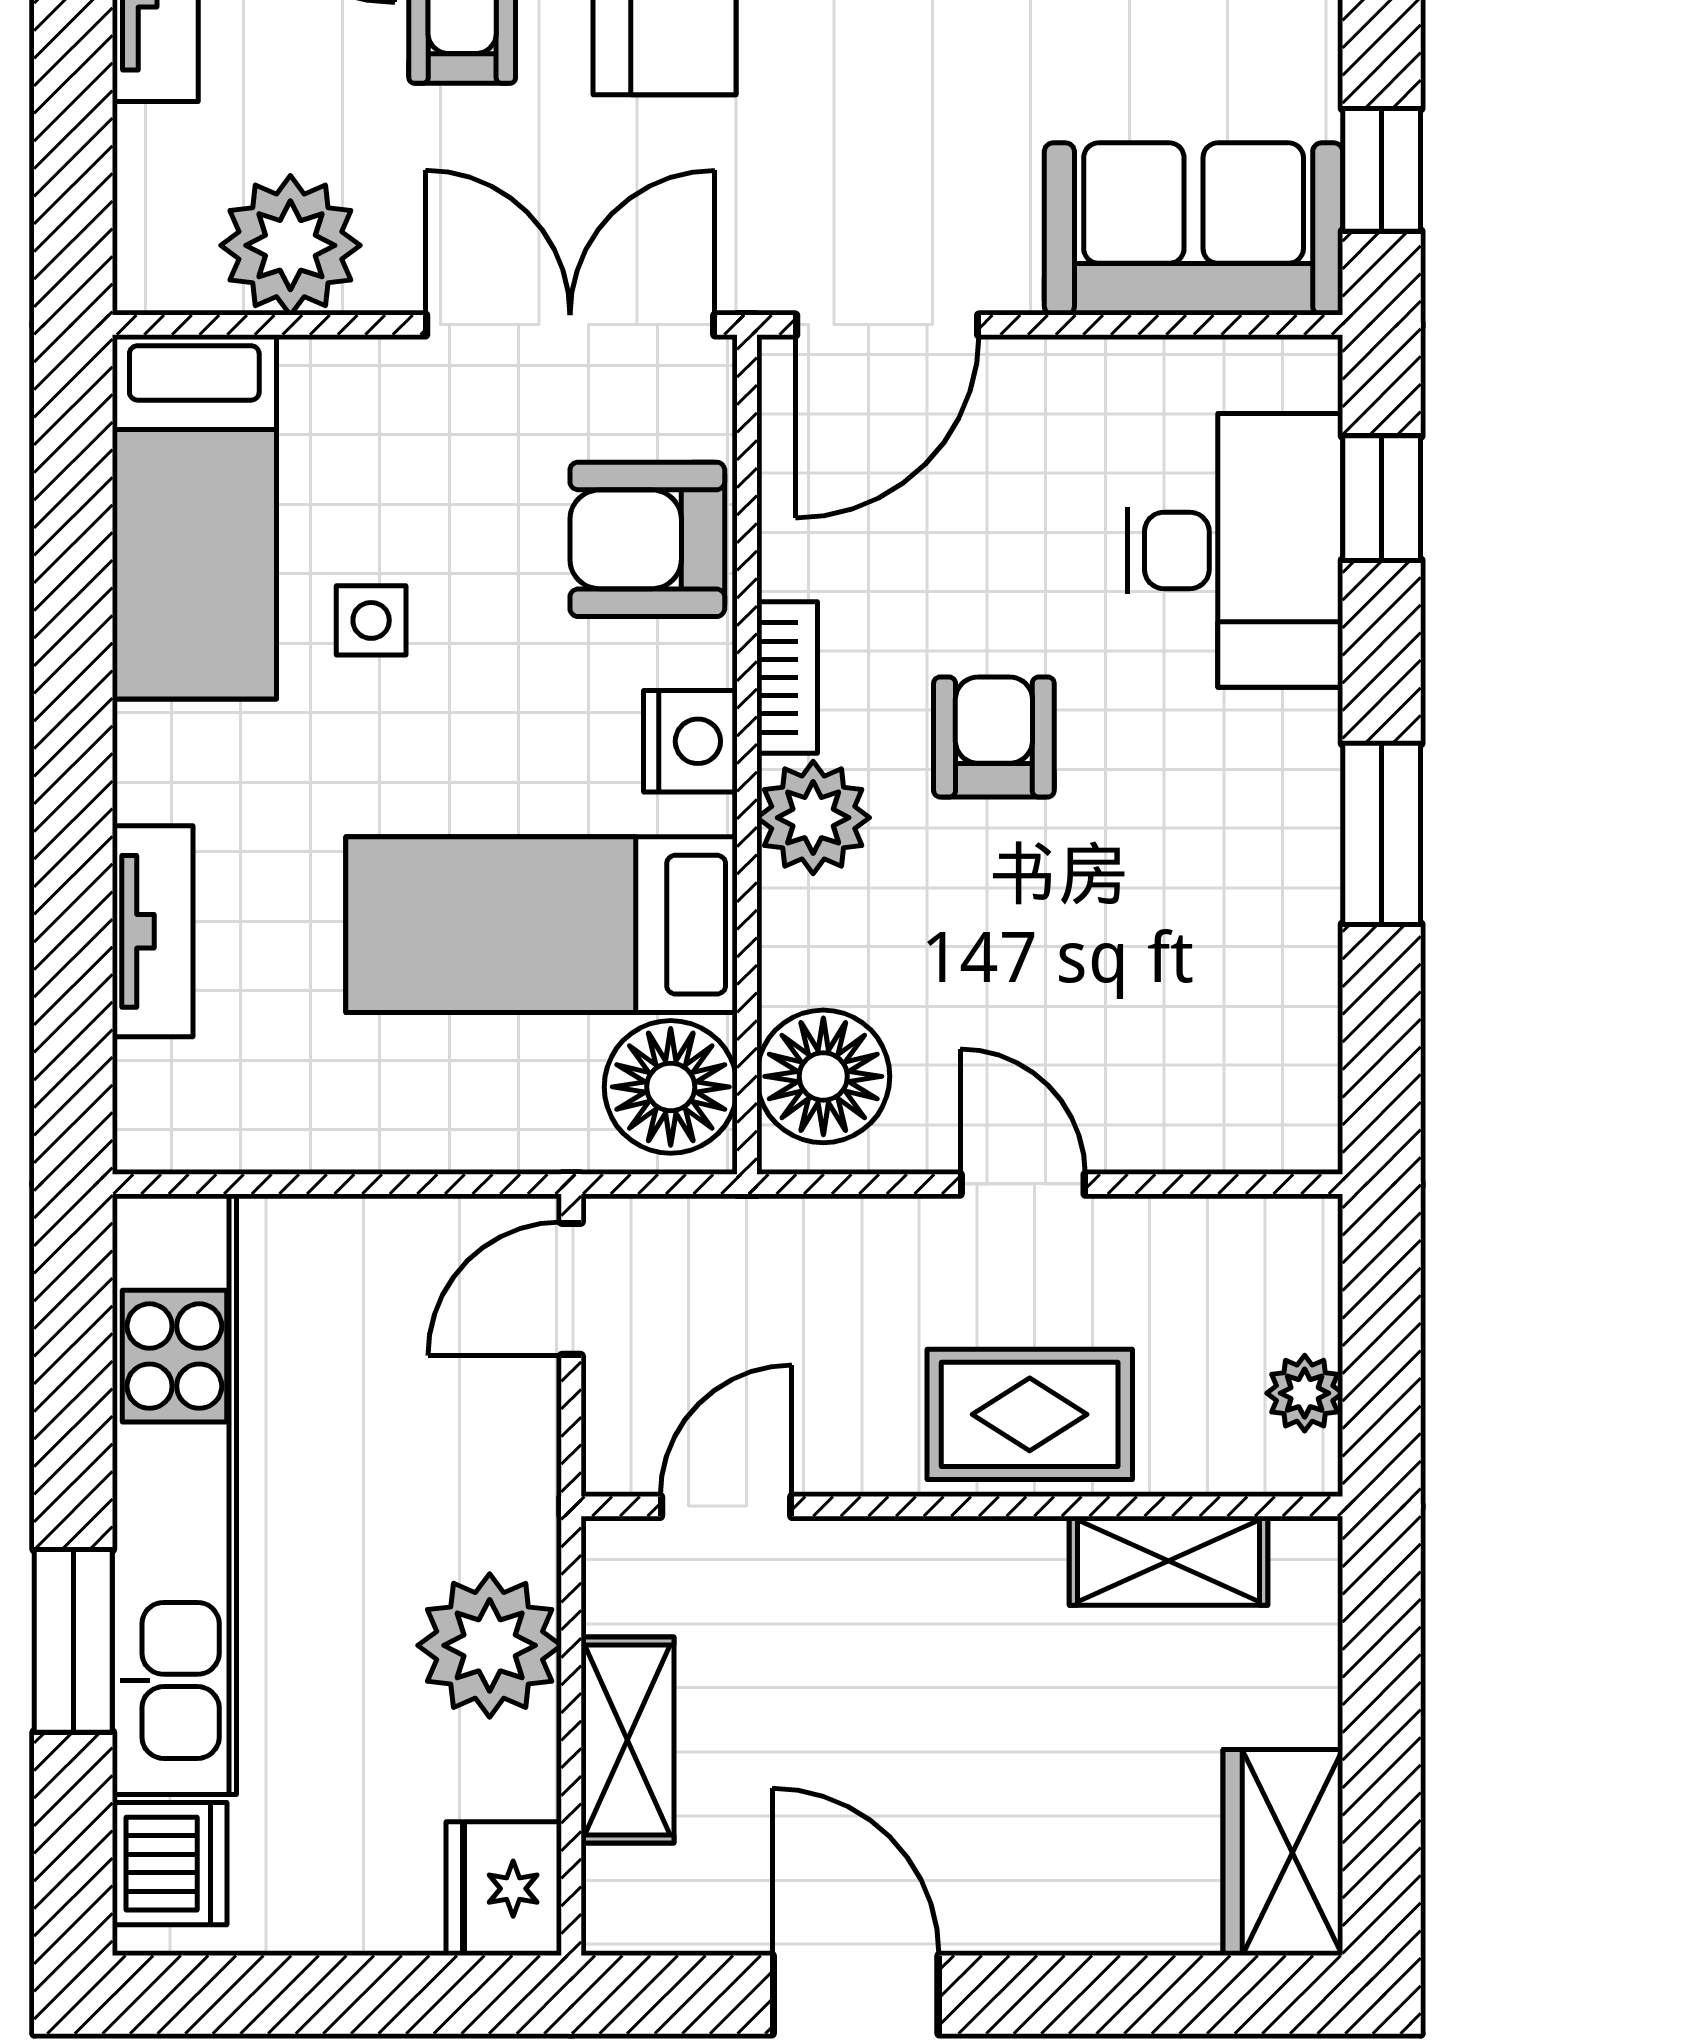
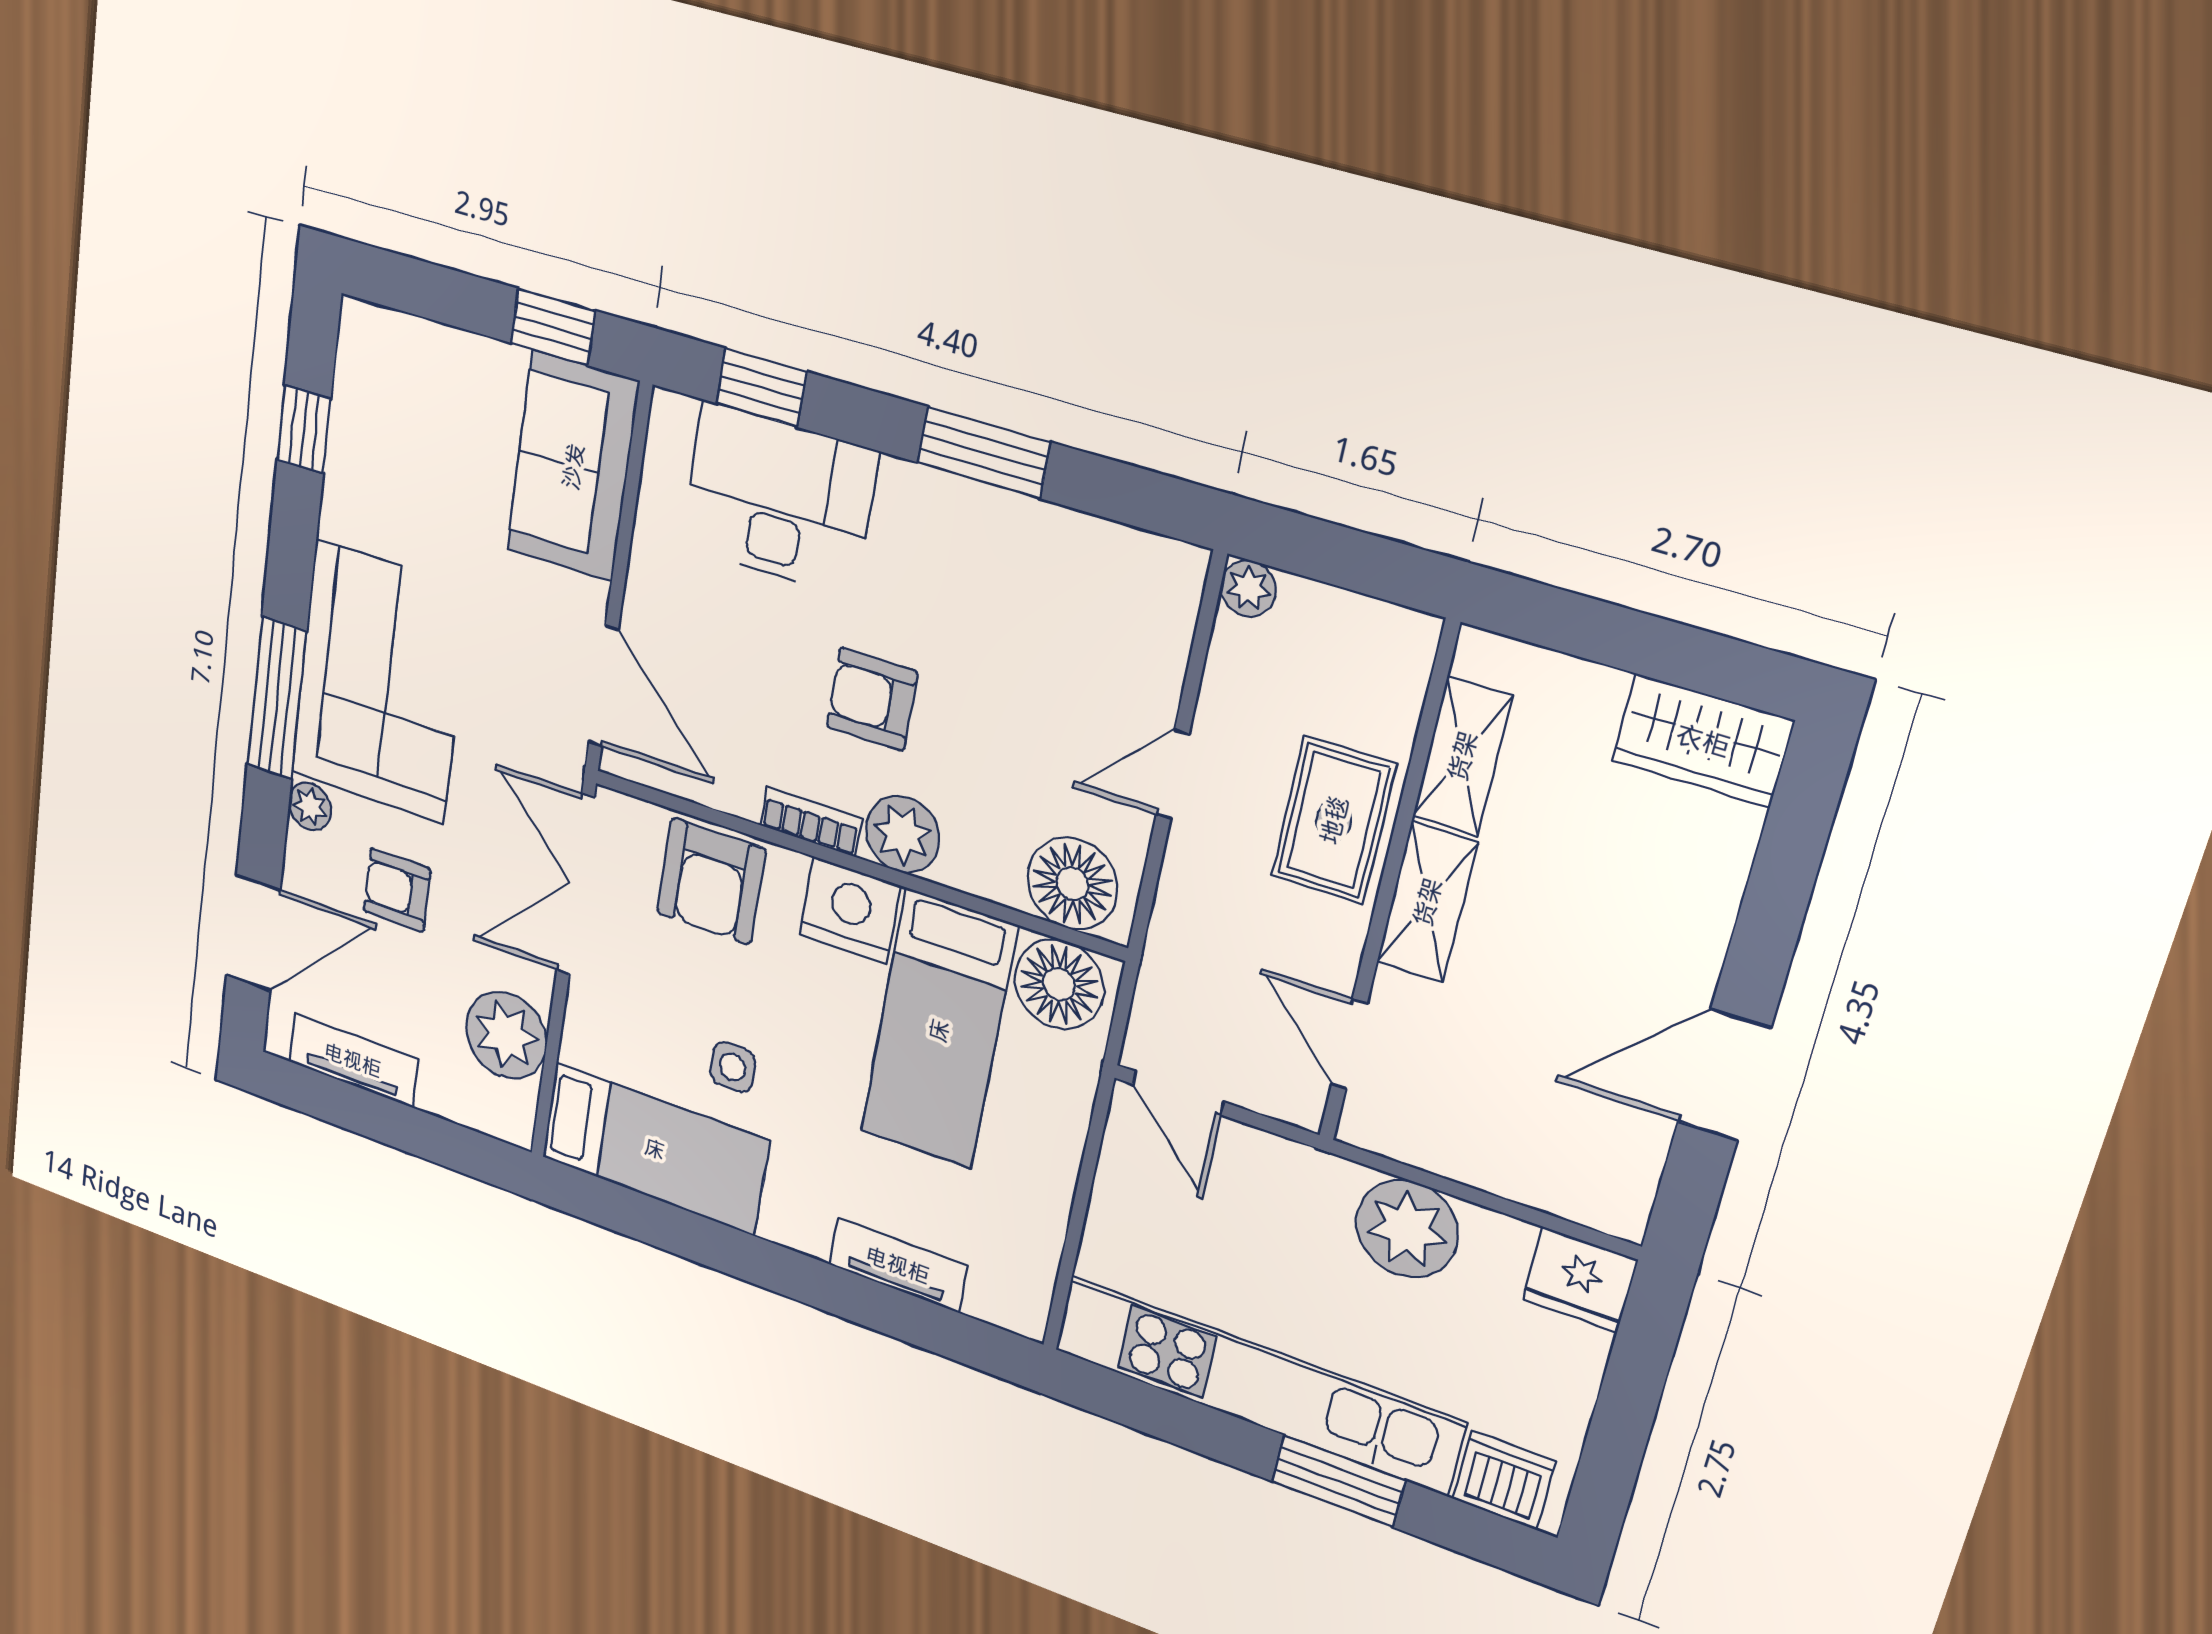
nightstand: (690, 741) -> (850, 910), width x1.36, depth x1.33
plant: (1305, 1393) -> (1248, 588), moved
shelving: (627, 1740) -> (1427, 902), moved, turned 90

